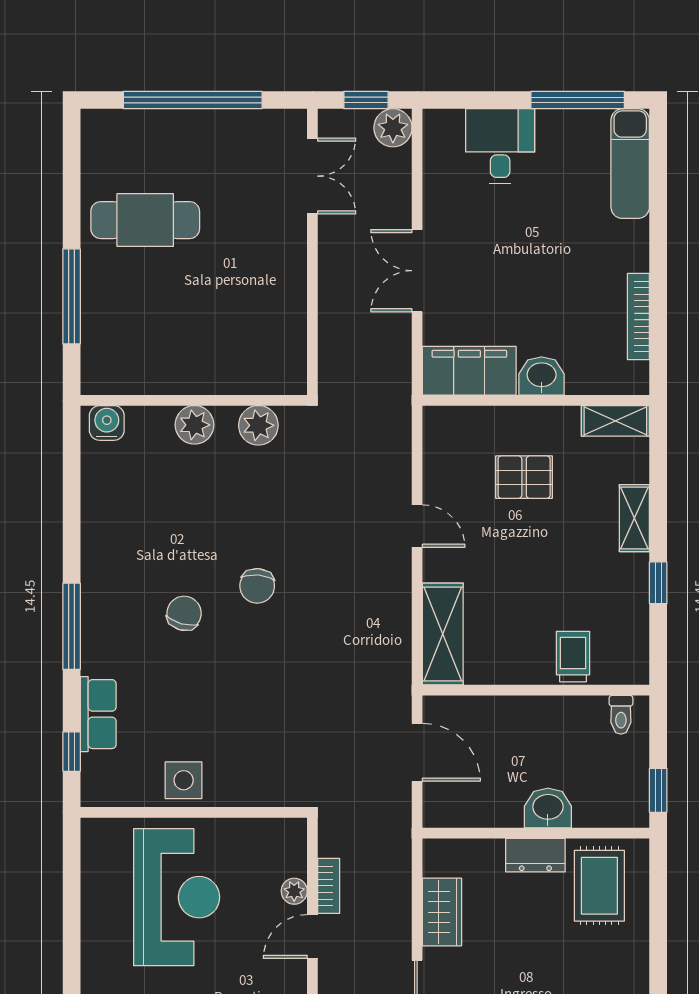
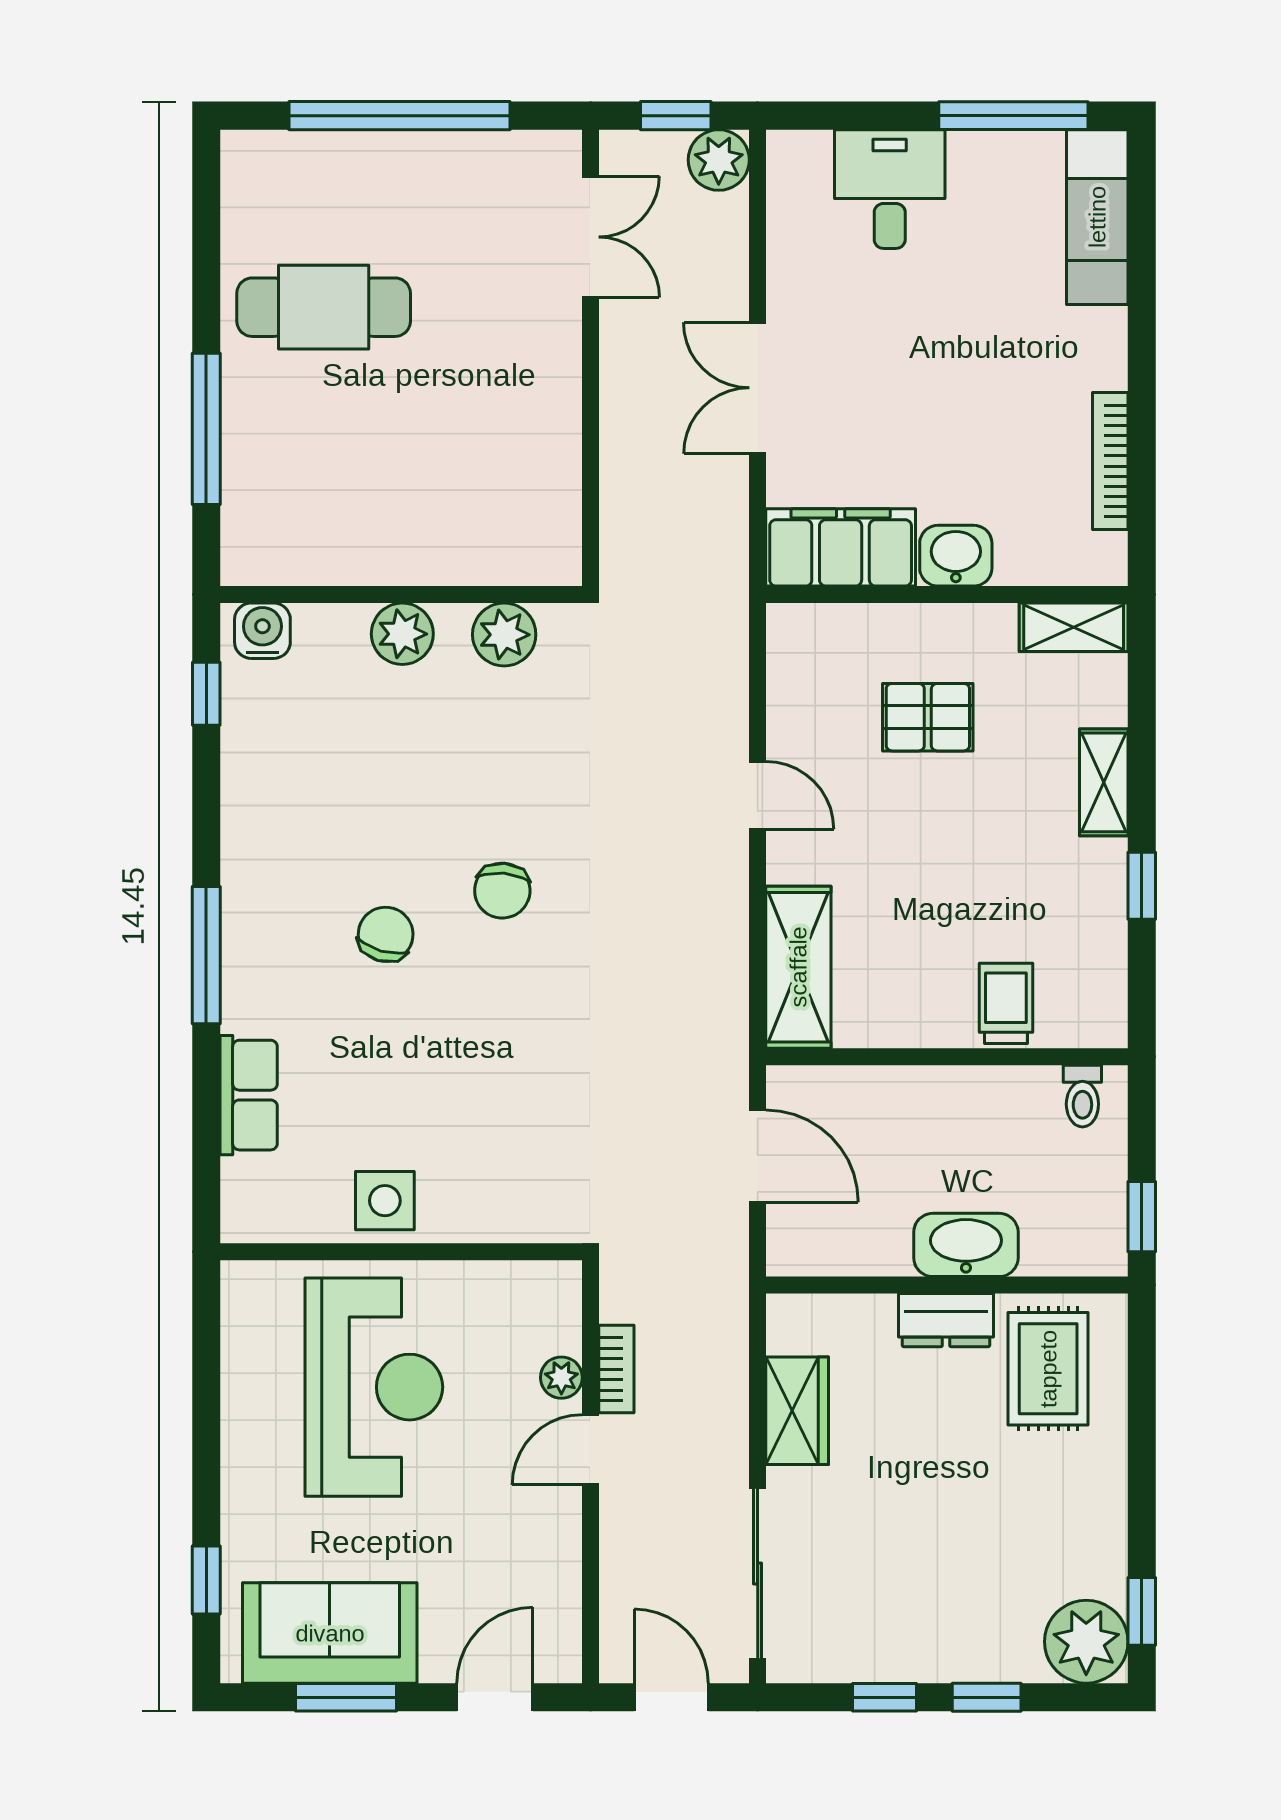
window: (72, 752) -> (206, 694), moved
washbasin: (548, 808) -> (966, 1245), width x1.38

